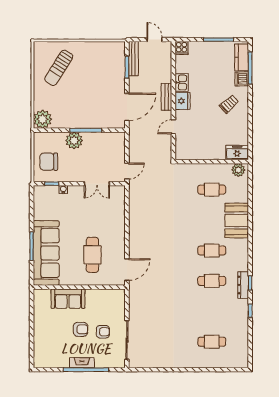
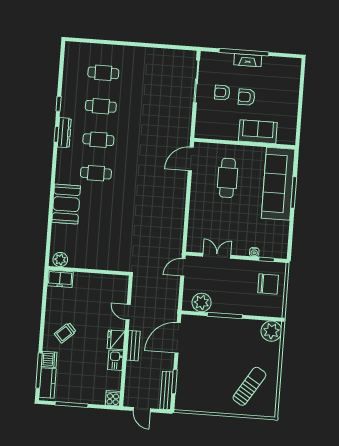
door: (173, 127) -> (128, 312), swing flipped
plant: (74, 141) -> (202, 302), moved
cafe table: (212, 190) -> (101, 106), moved

